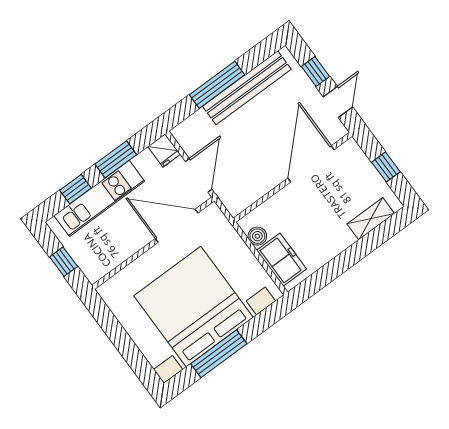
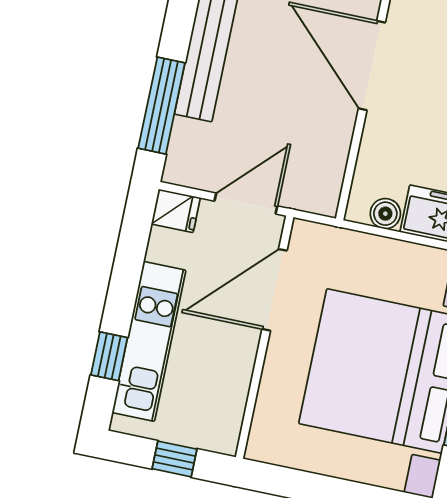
window: (217, 85) -> (162, 106), moved
window: (116, 159) -> (126, 275), removed
door: (199, 175) -> (246, 204), hinge flipped

